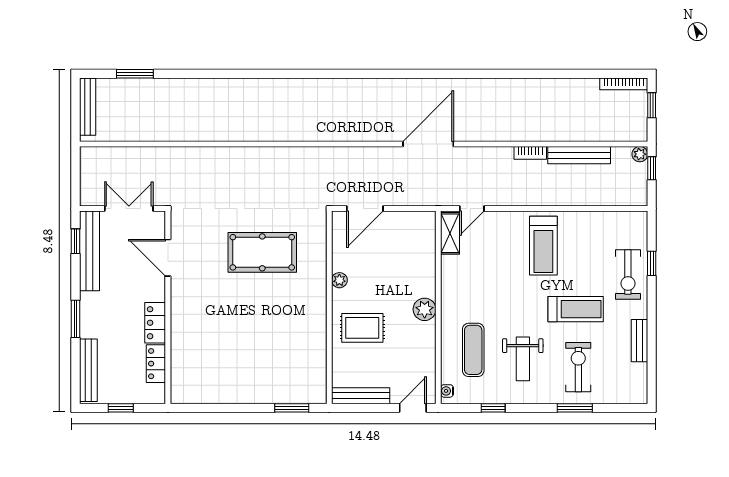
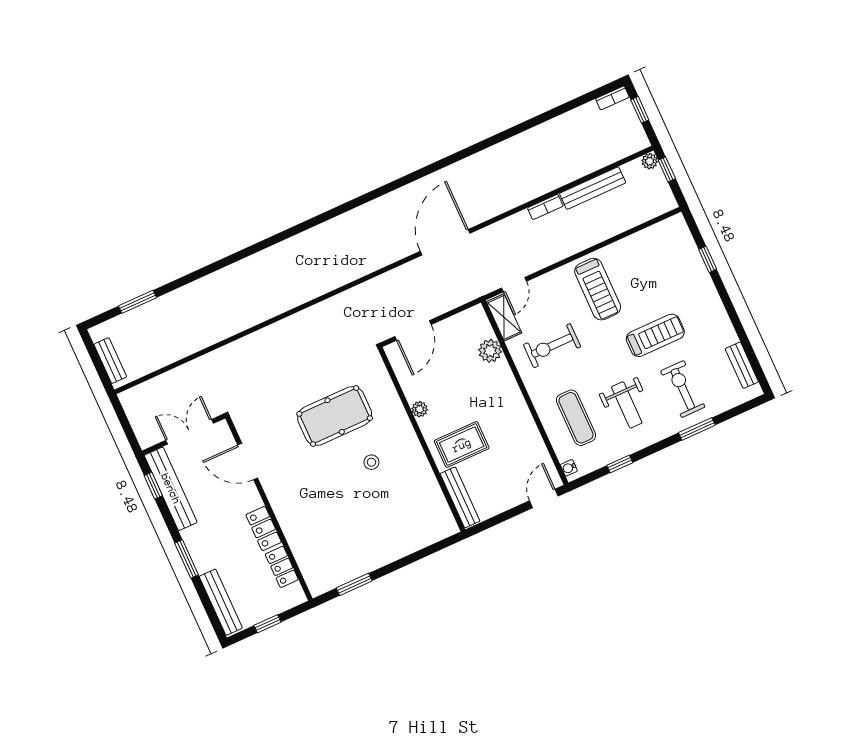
bookcase: (624, 84) -> (612, 98), width x0.64
bench: (88, 107) -> (110, 361), width x0.73
exercise bike: (628, 275) -> (552, 346), moved, turned 90
stool: (276, 307) -> (371, 462), added
plant: (425, 309) -> (490, 351), moved
bench: (640, 341) -> (742, 365), moved
bench: (361, 396) -> (460, 497), moved, turned 90
window: (292, 408) -> (354, 584), moved

